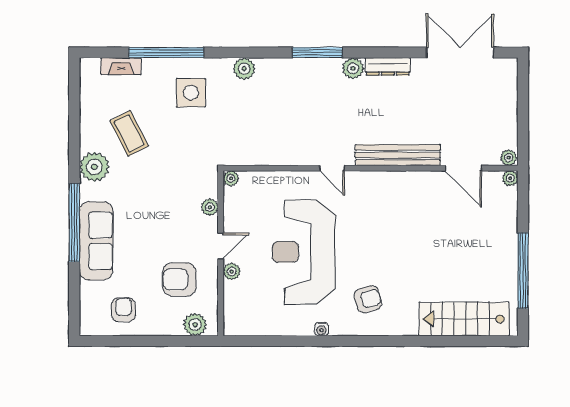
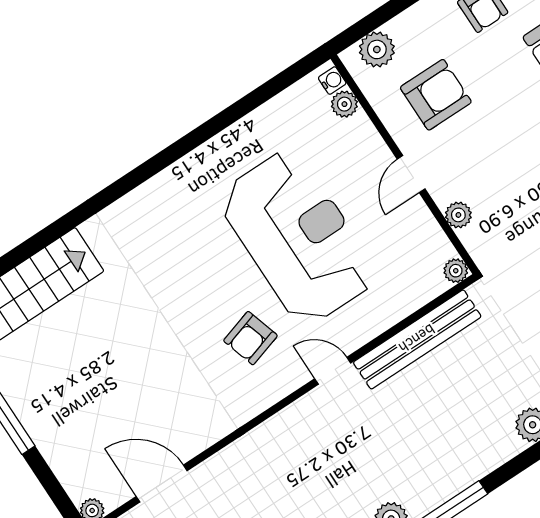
bench: (398, 155) -> (417, 339), moved
plant: (232, 271) -> (344, 104), moved
armchair: (368, 299) -> (250, 338), moved
water cooler: (321, 329) -> (332, 81), moved, turned 90

